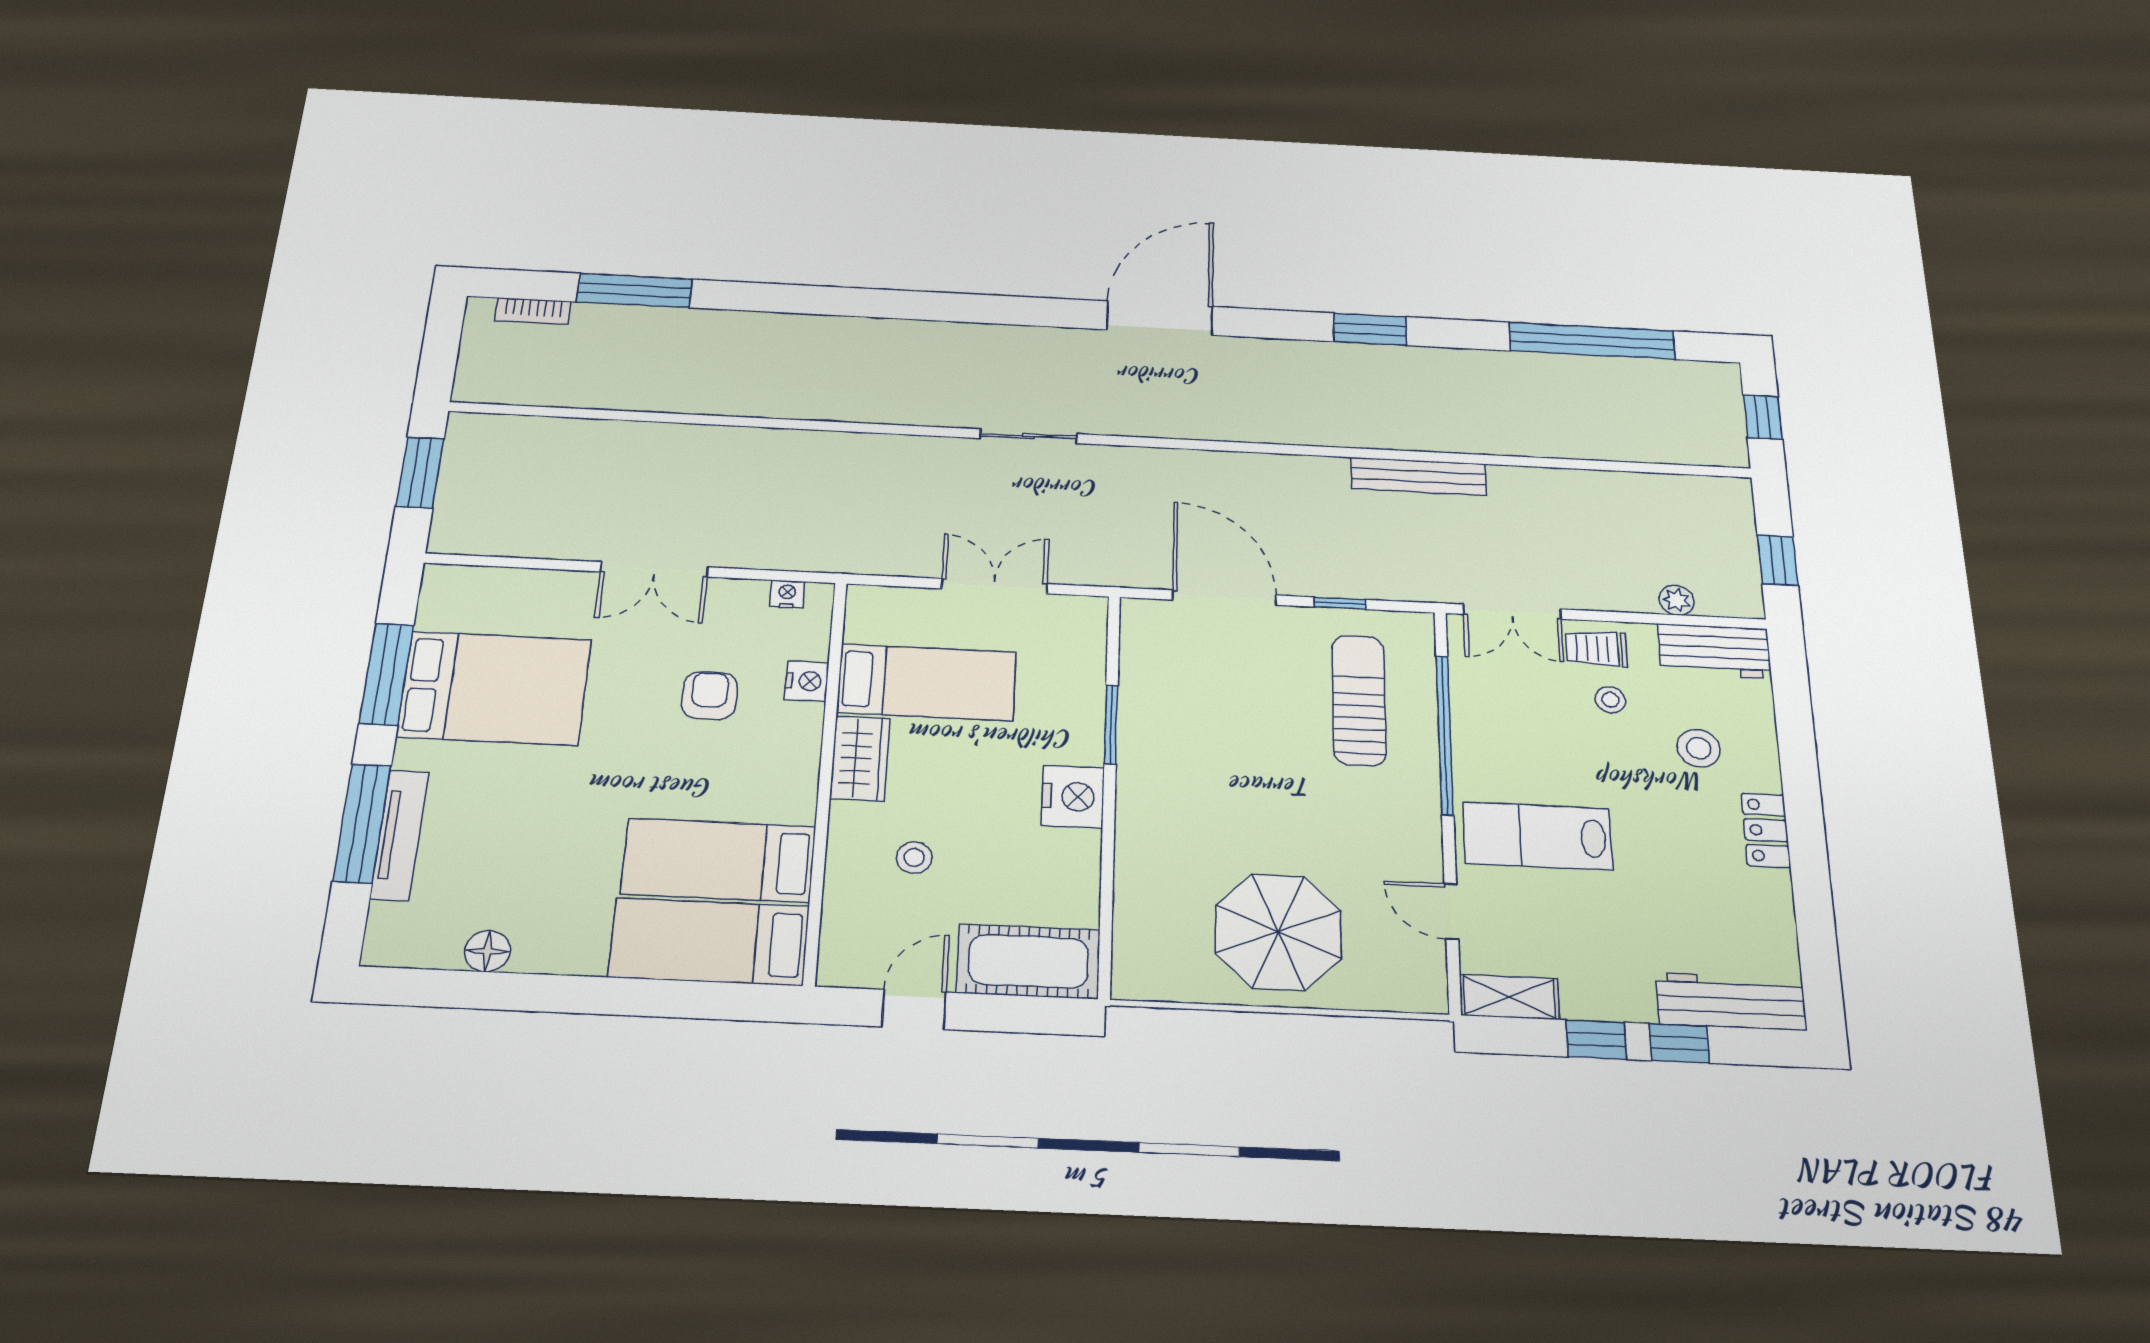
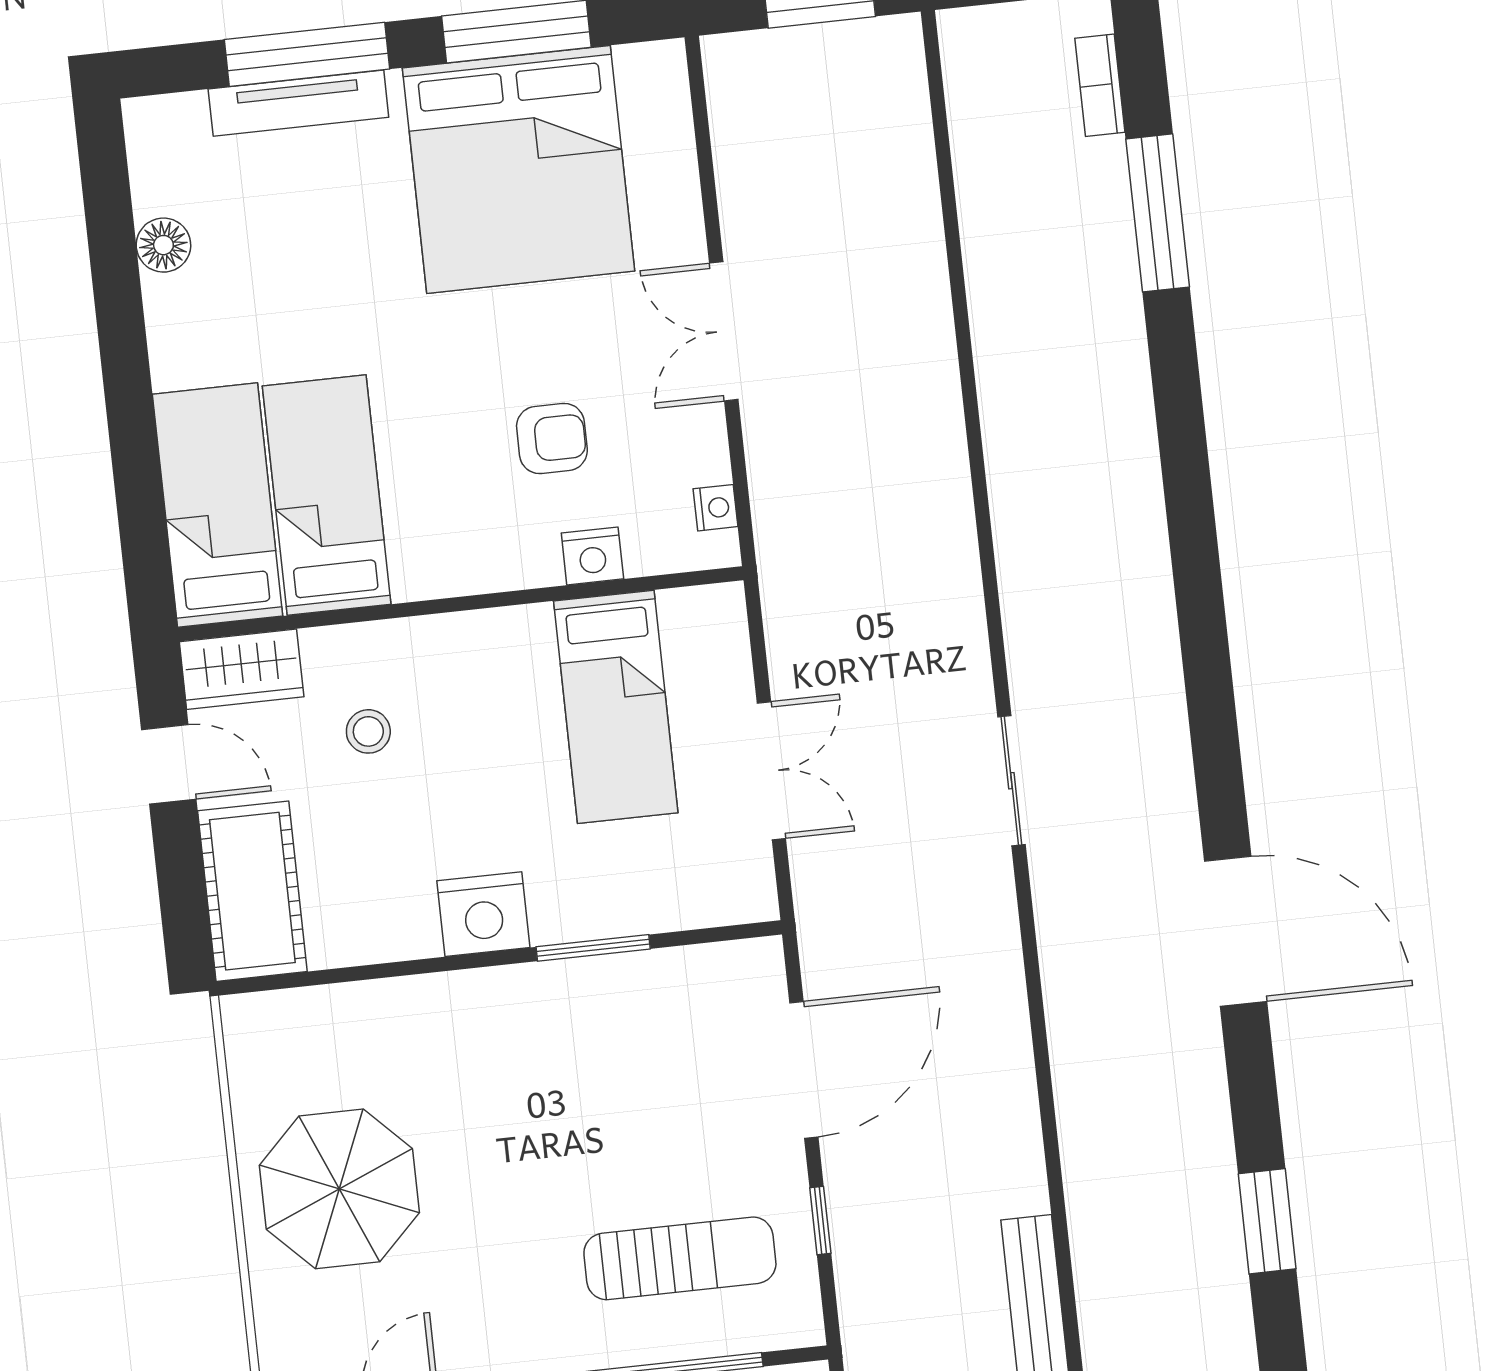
bed: (494, 688) -> (519, 169), width x1.36
wardrobe: (860, 758) -> (242, 669), moved

